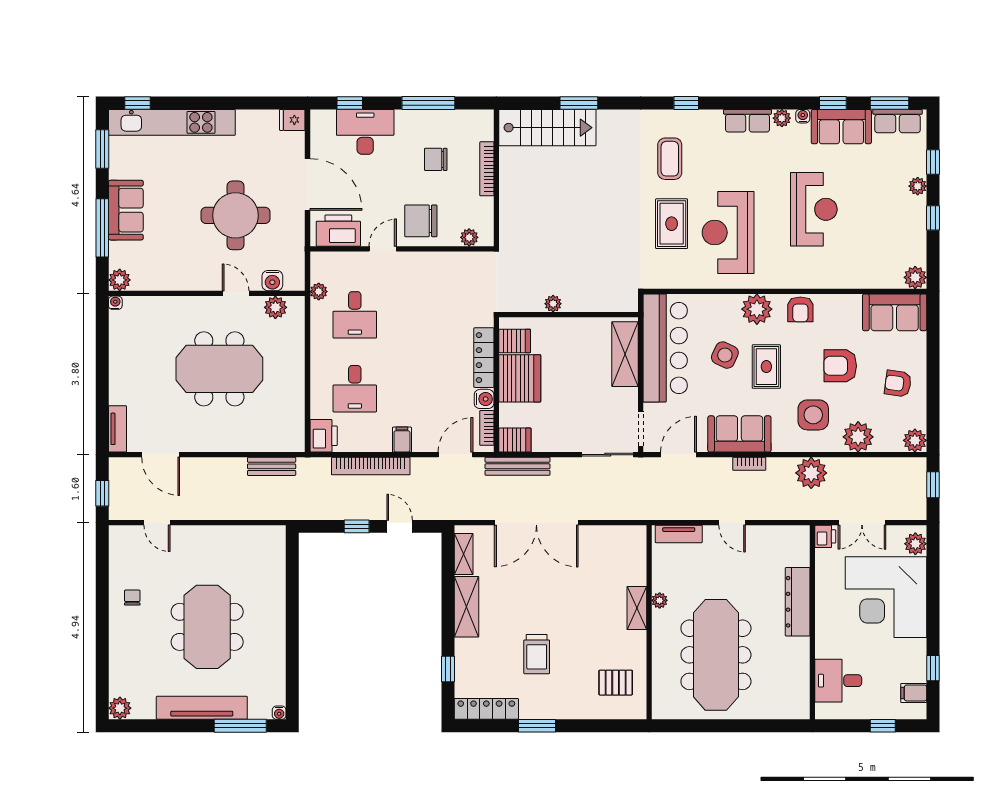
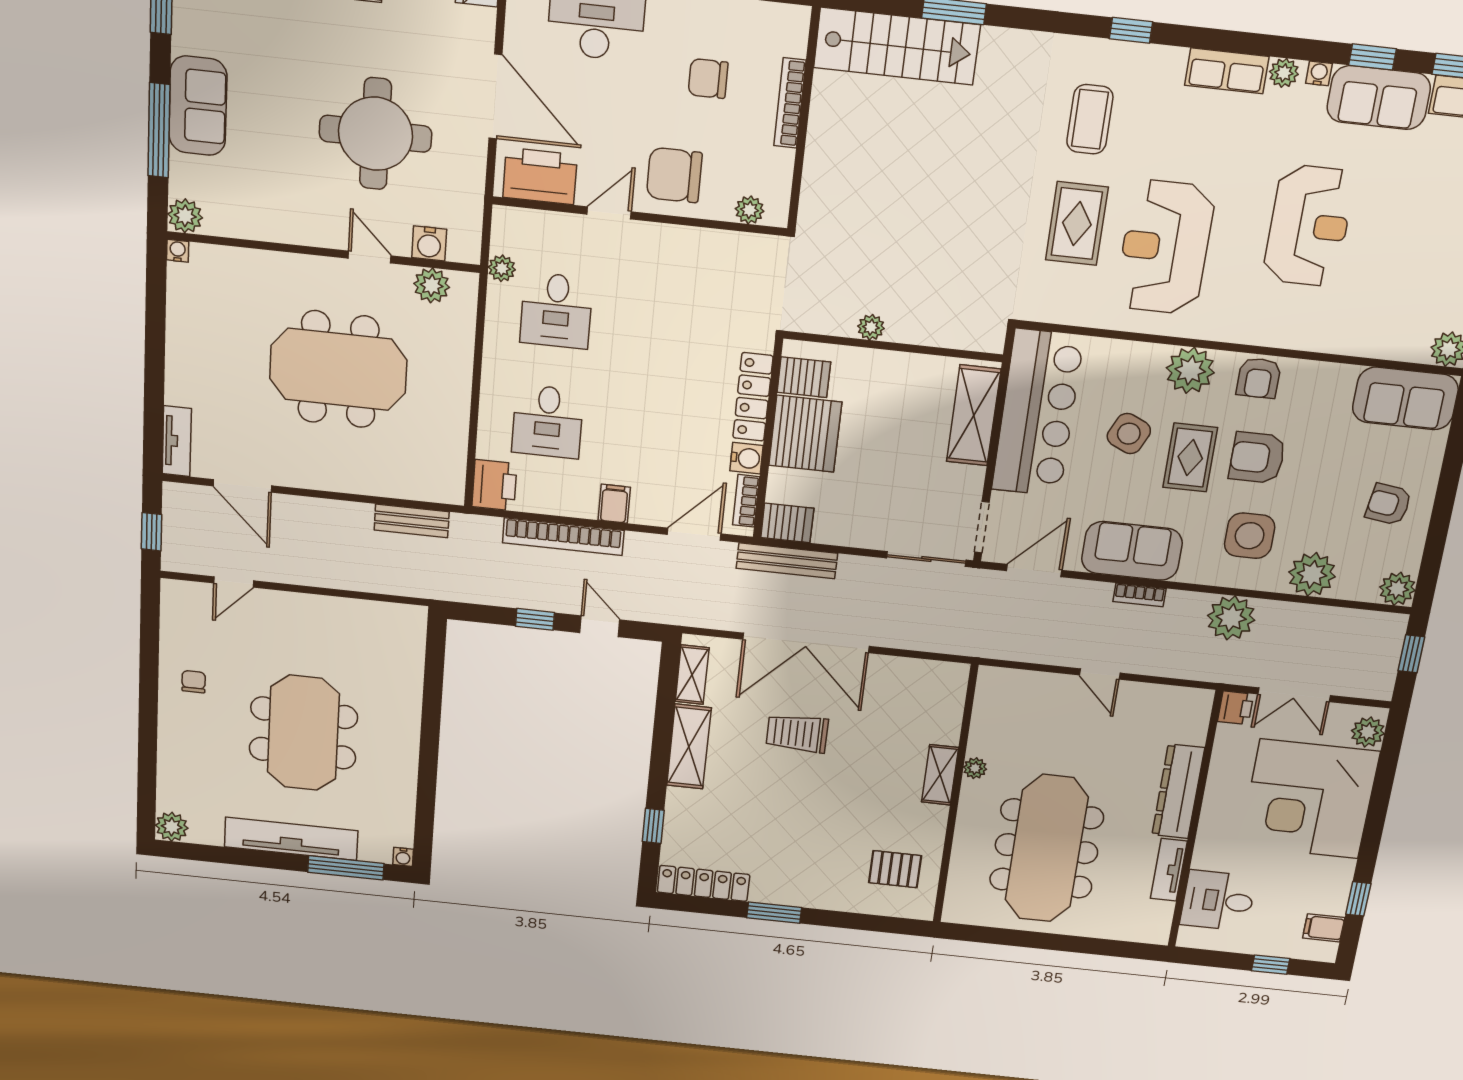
armchair: (840, 366) -> (1257, 458), moved
door: (157, 523) -> (234, 582), hinge flipped
tv unit: (679, 534) -> (1169, 870), moved, turned 90
trolley: (537, 654) -> (797, 733), moved, turned 90

